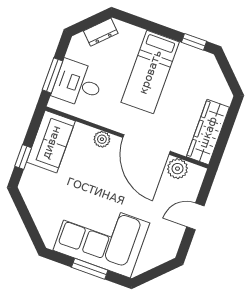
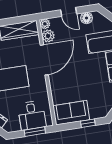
plant: (102, 139) -> (45, 24), moved
floor lamp: (173, 237) -> (87, 18), added

